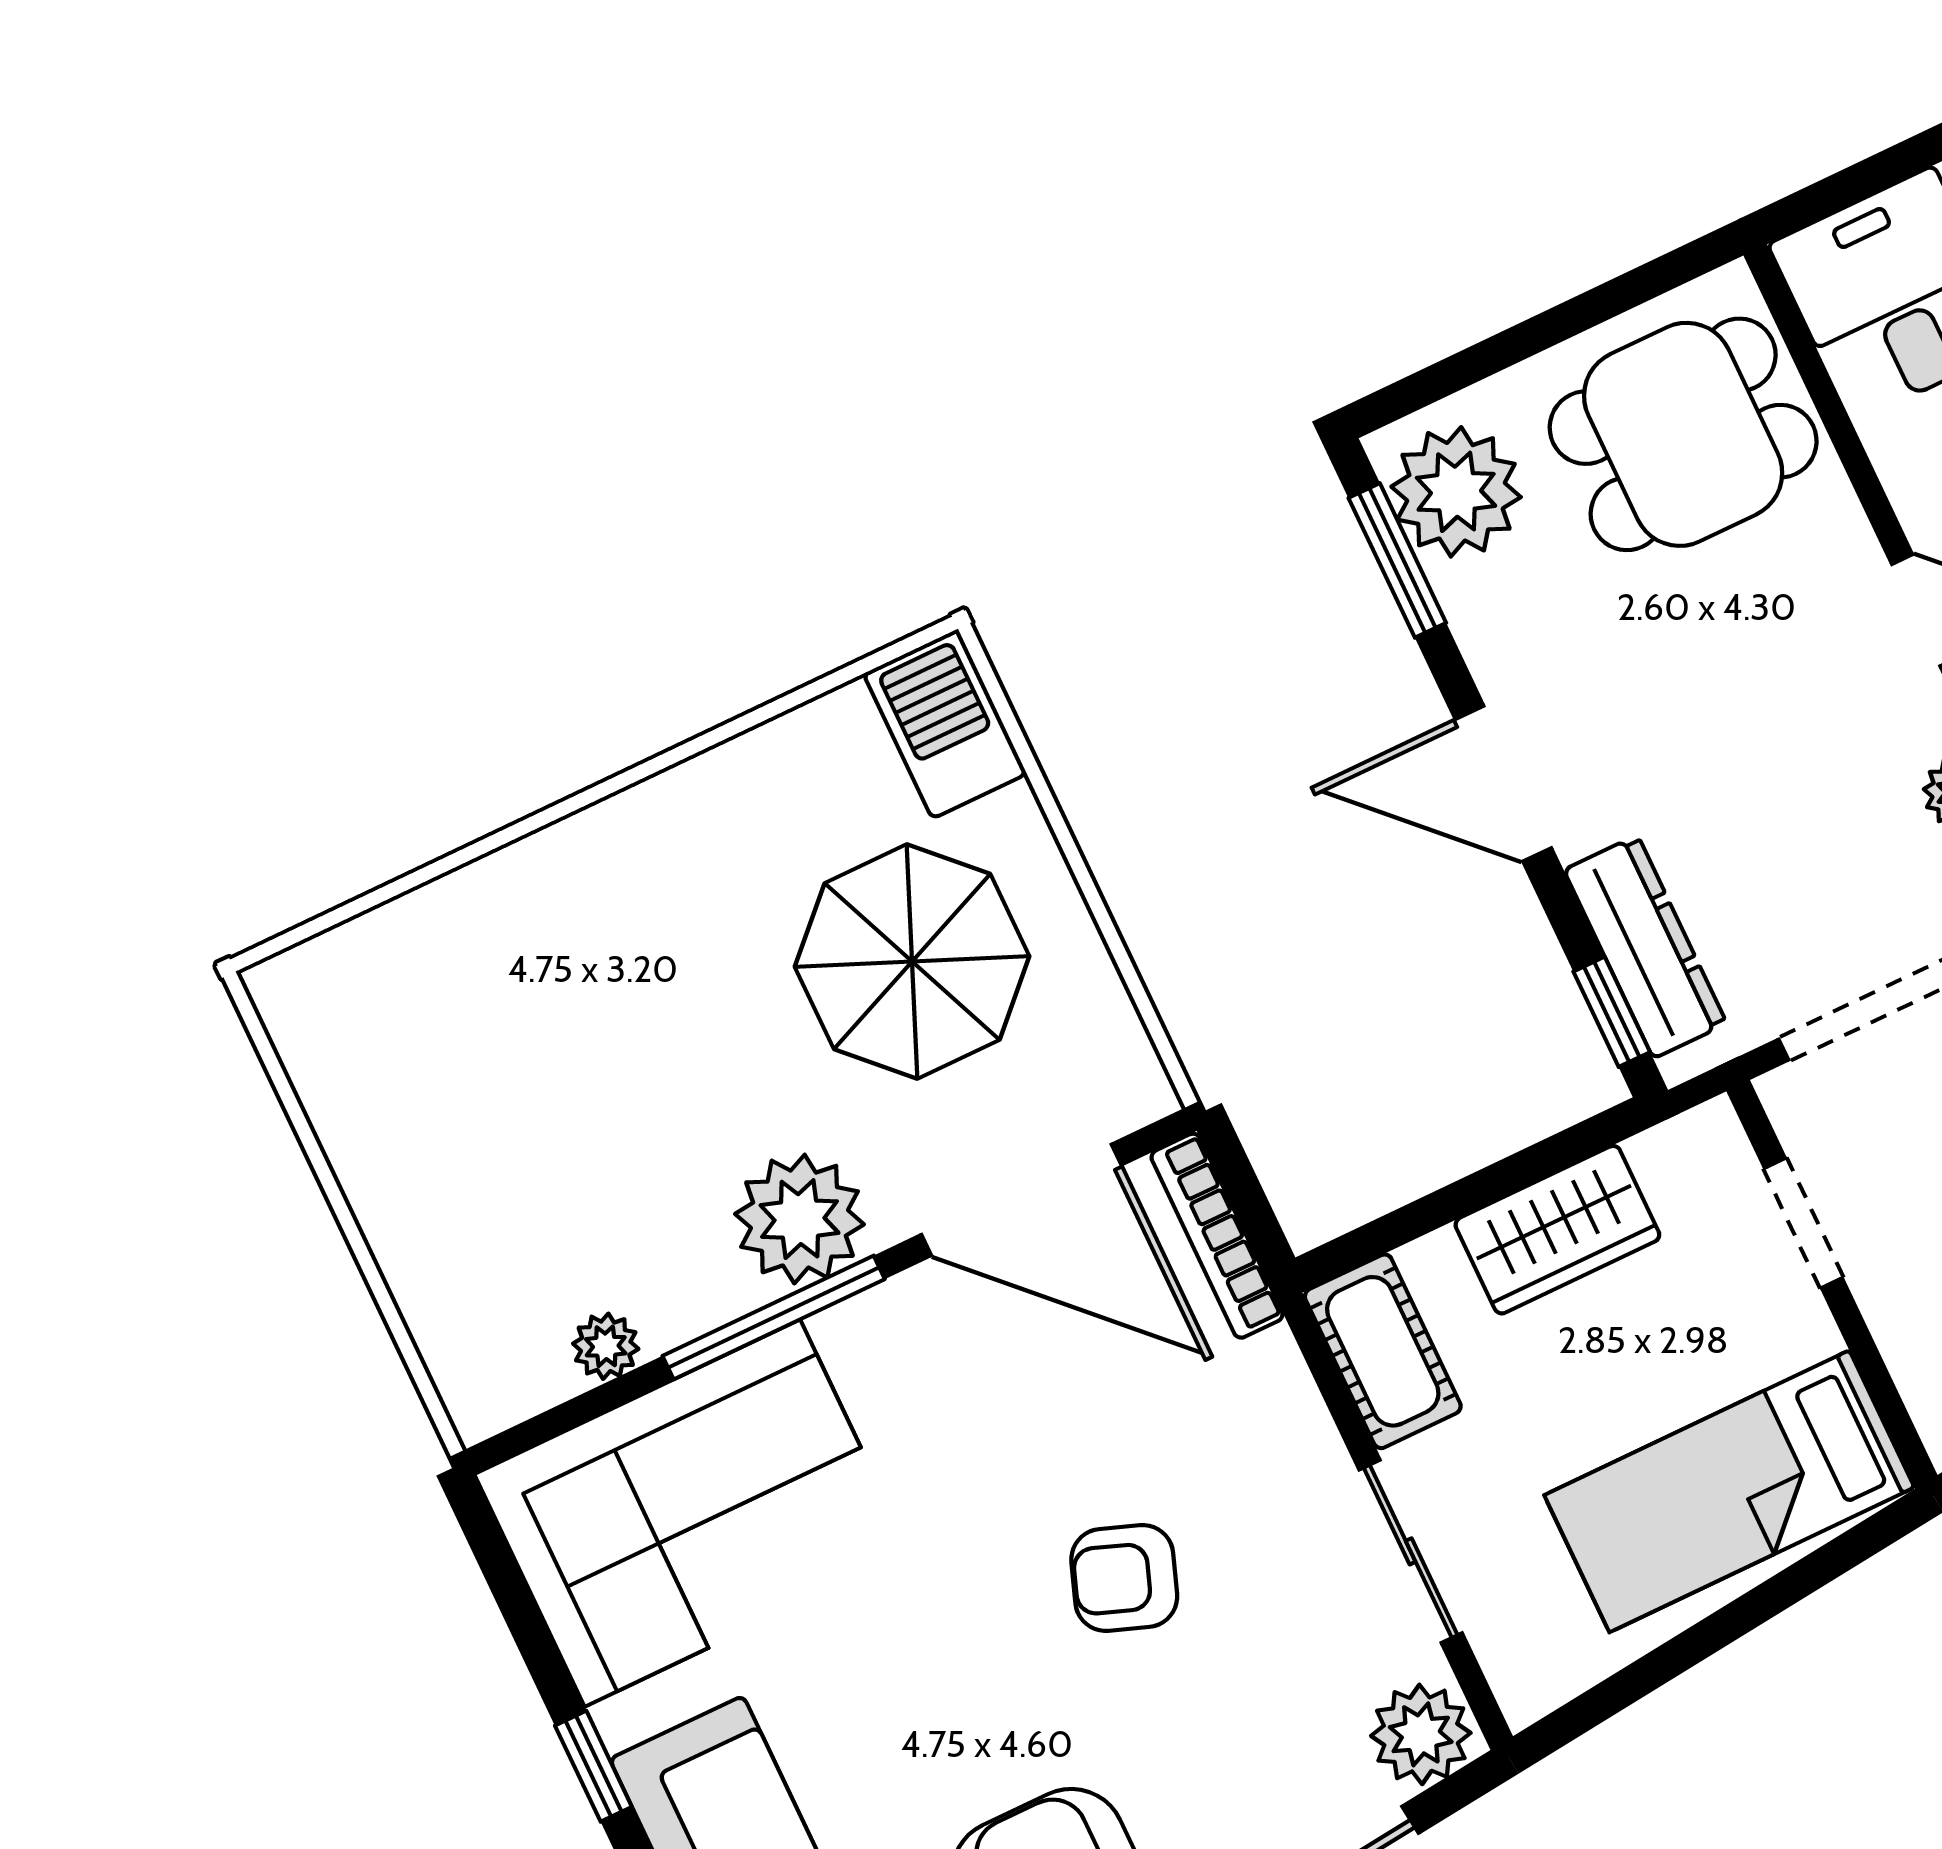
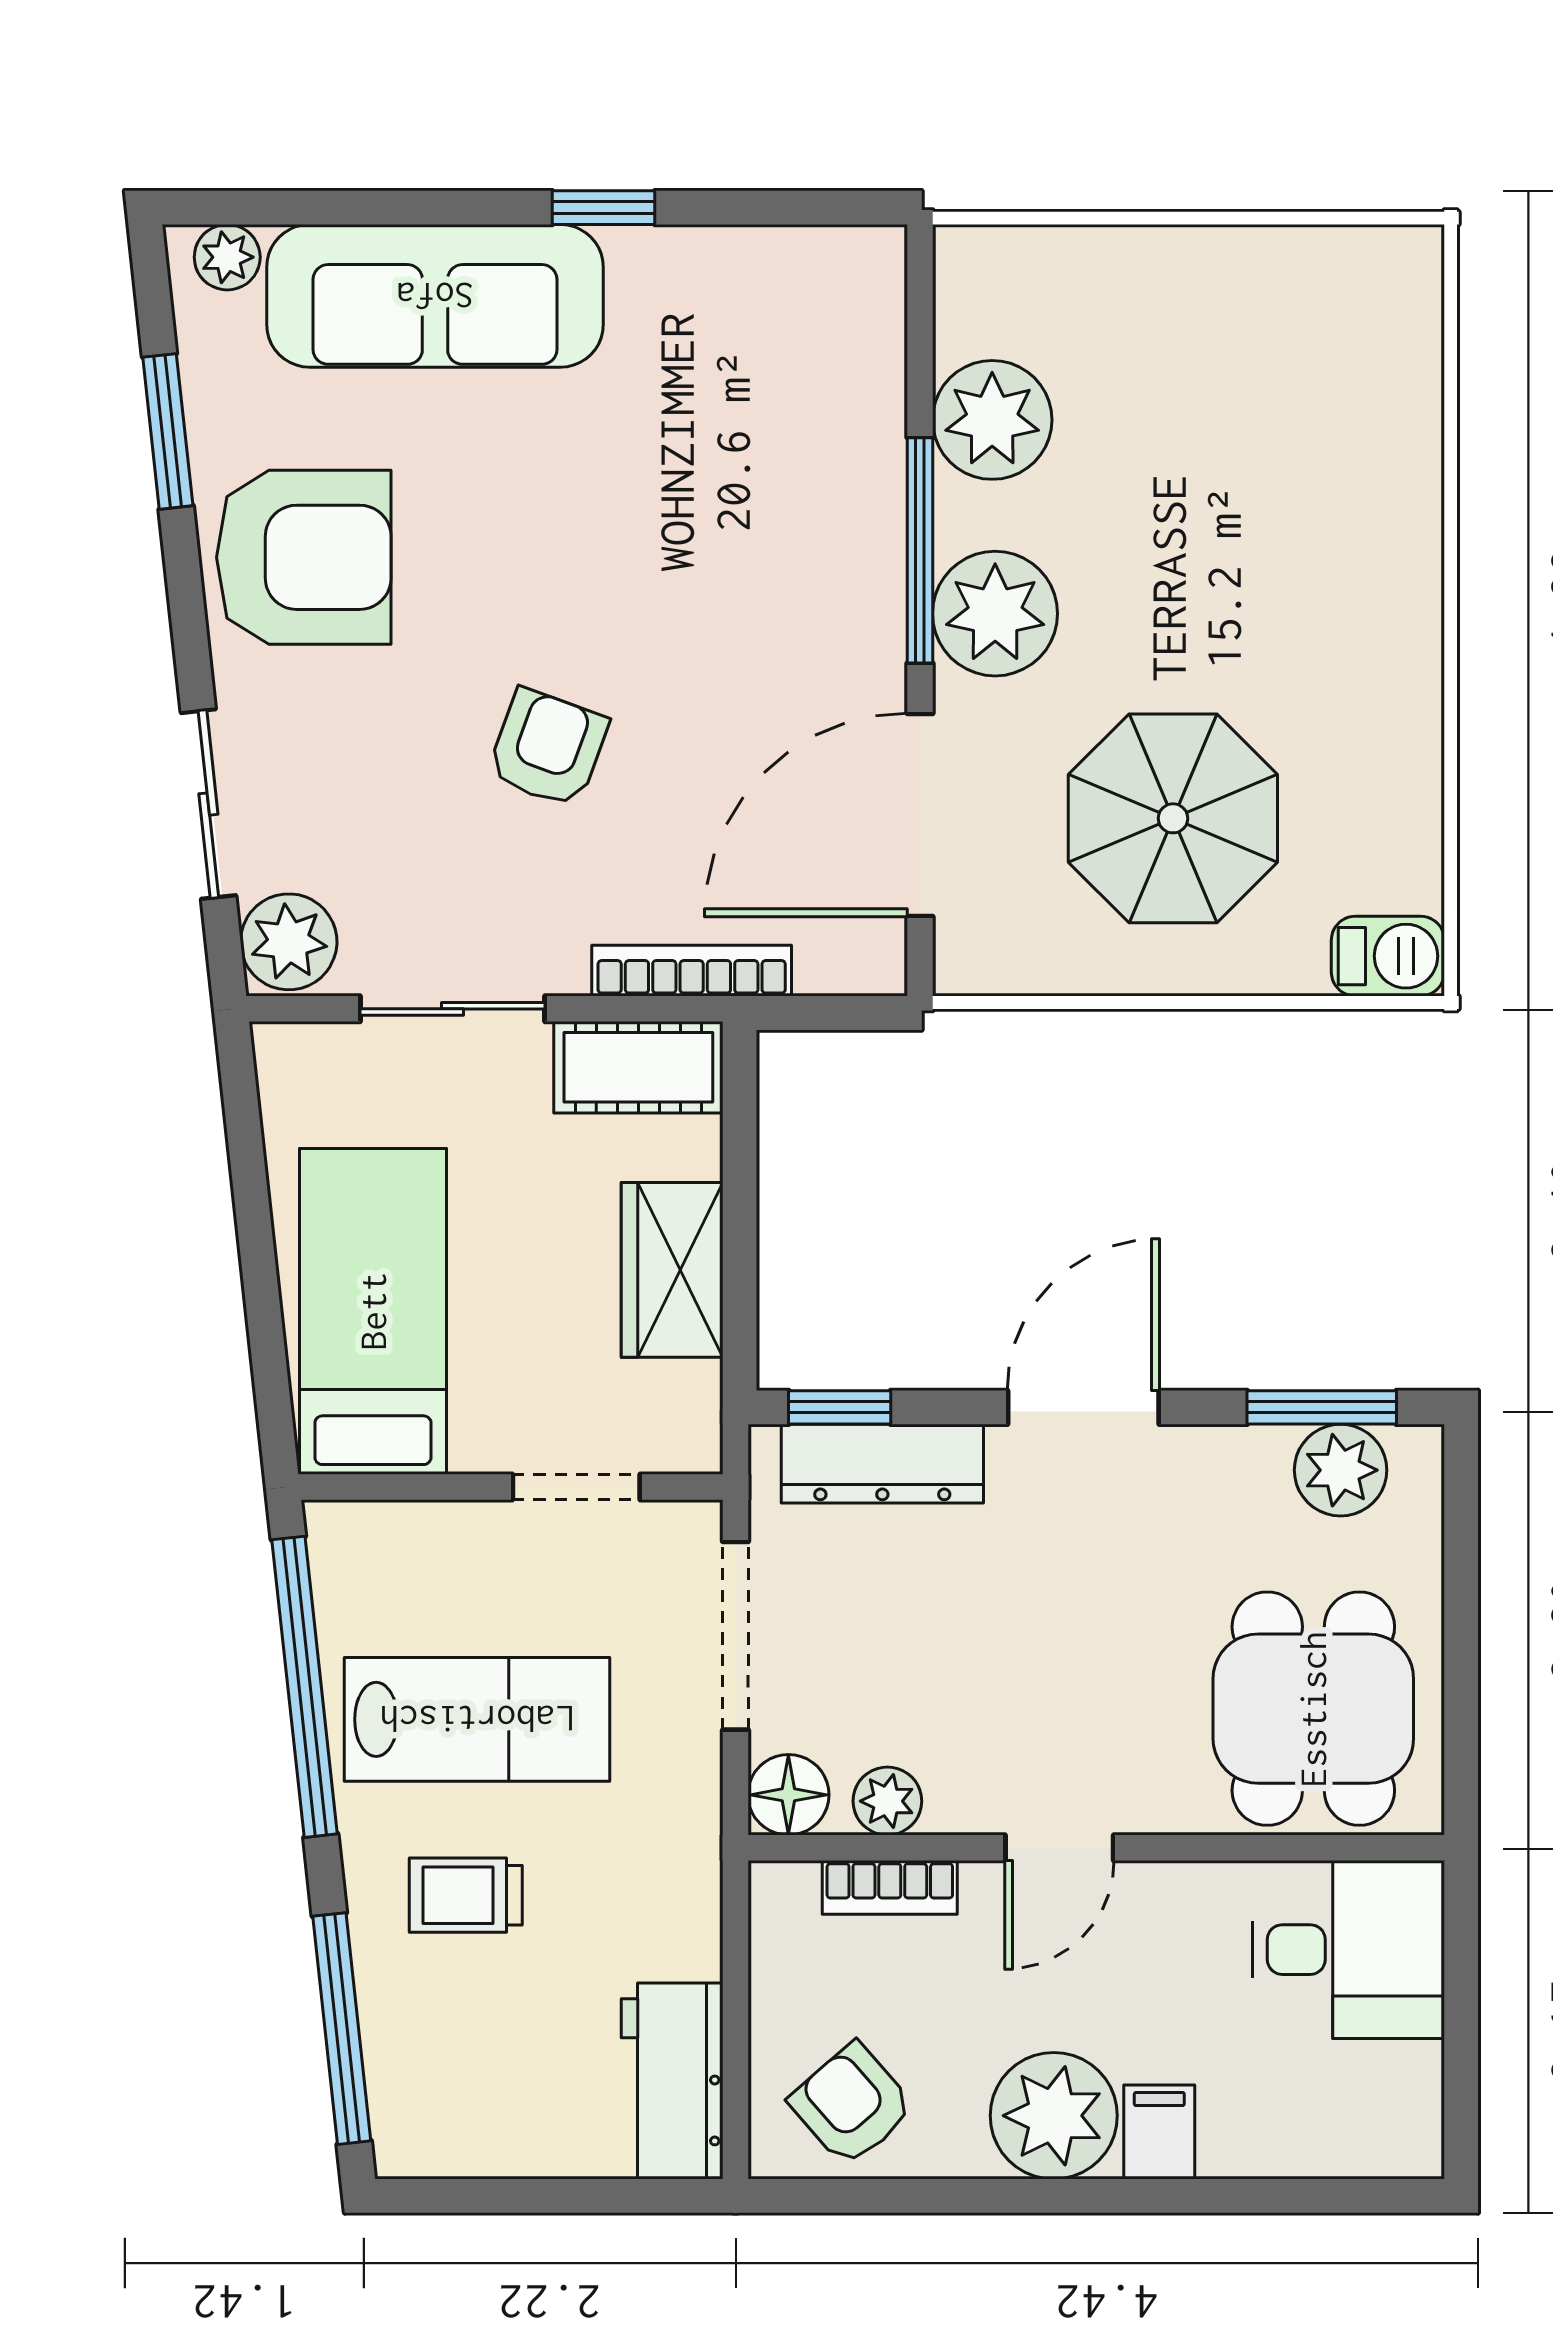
plant: (1456, 492) -> (1341, 1470), width x0.73, depth x0.73
barbecue: (945, 724) -> (1388, 956), width x0.73, depth x0.79
bookcase: (1217, 1236) -> (692, 971), moved
plant: (606, 1346) -> (992, 420), width x1.88, depth x1.88
corner sofa: (692, 1513) -> (783, 399), removed

